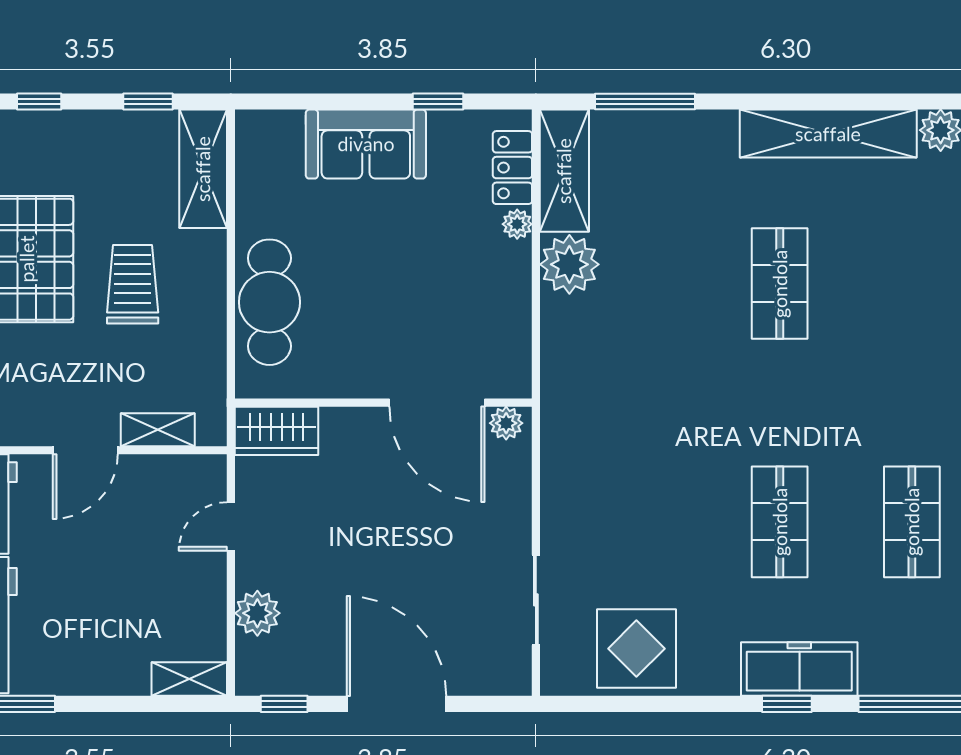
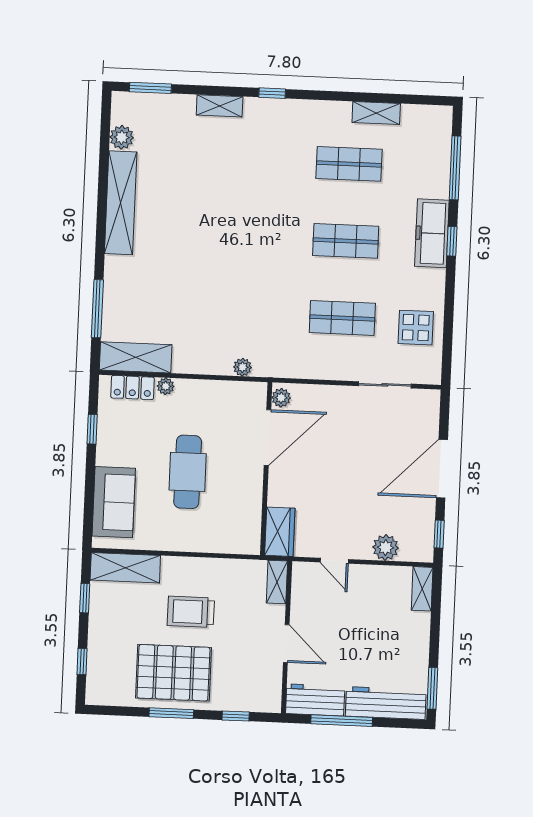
sofa: (366, 144) -> (114, 502), moved
plant: (569, 264) -> (242, 367), moved, width x0.53, depth x0.53
shop shelf: (780, 284) -> (342, 318), moved
cafe table: (269, 302) -> (188, 472), moved, turned 90
shelving: (158, 430) -> (277, 582), moved
display table: (636, 649) -> (416, 328), width x0.73, depth x0.73

